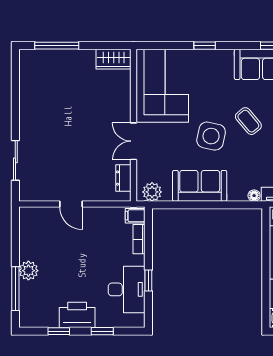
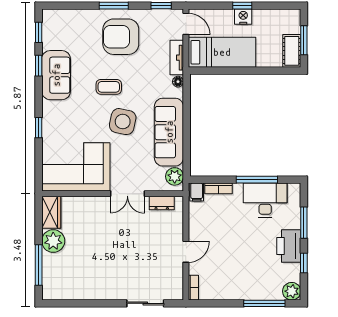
plant: (82, 61) -> (53, 241), added
coffee table: (248, 121) -> (109, 87), turned 40
sofa: (200, 186) -> (169, 132), width x1.36
bookcase: (32, 212) -> (193, 288), added
plant: (28, 271) -> (292, 291), moved
window: (148, 280) -> (257, 180), width x2.17
window: (102, 331) -> (304, 223), width x1.50

